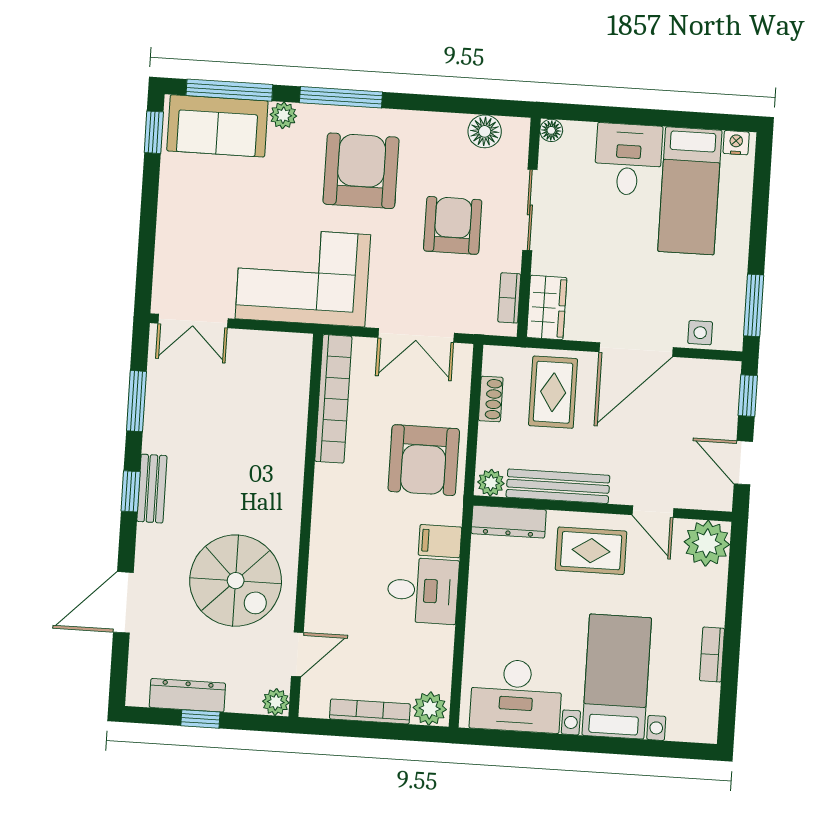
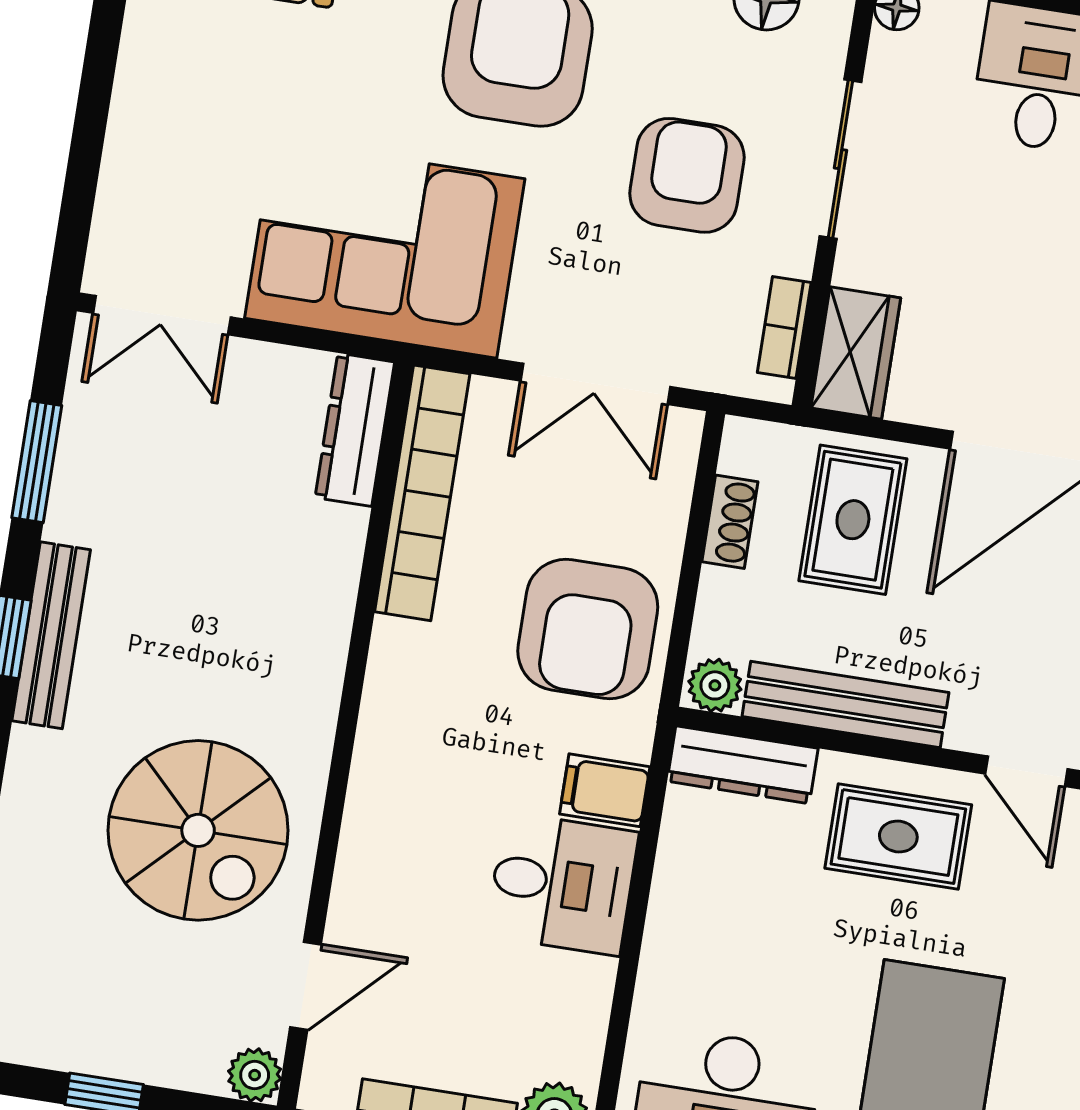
bench: (152, 489) -> (51, 635), width x1.36
dresser: (187, 695) -> (355, 430), moved, turned -90

